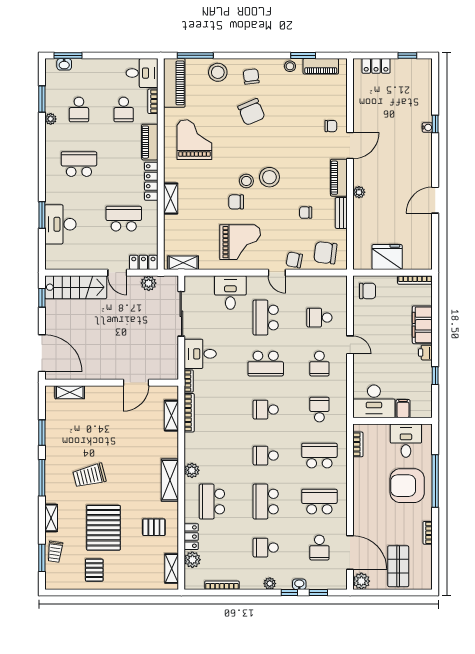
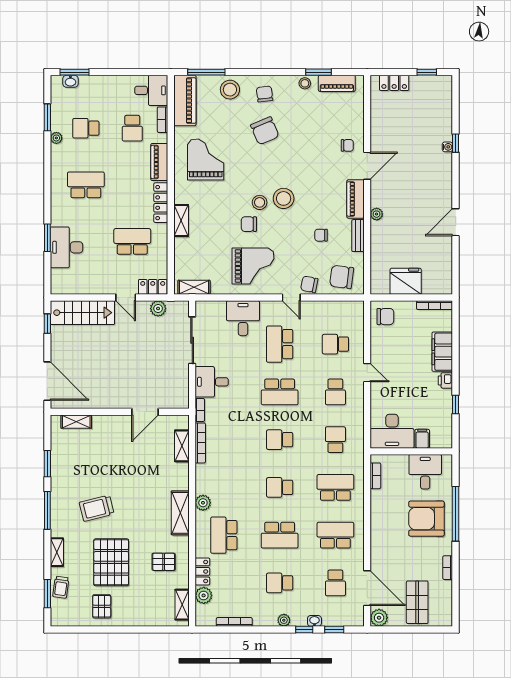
school desk: (79, 109) -> (86, 128), turned 90
school desk: (266, 502) -> (280, 535), turned -90

